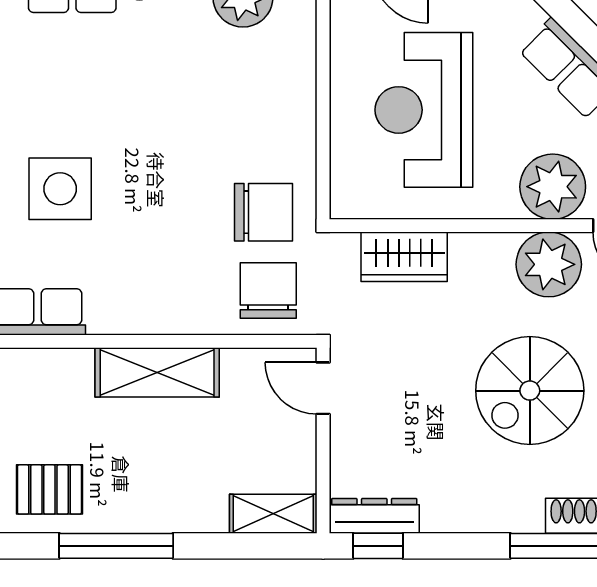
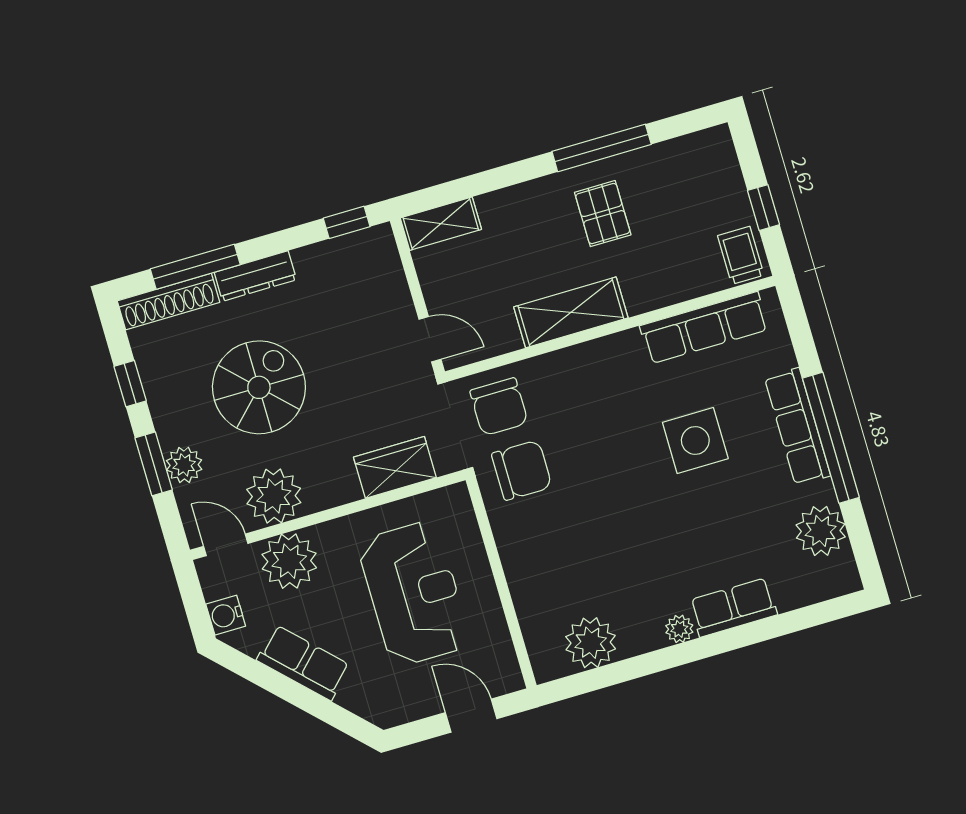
chair: (264, 212) -> (522, 470), turned 180
pallet: (49, 489) -> (603, 214), moved, turned 90
dresser: (374, 516) -> (255, 276), moved
window: (116, 546) -> (602, 148), moved

